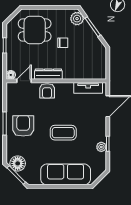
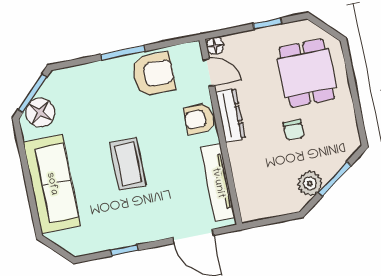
plant: (77, 19) -> (310, 183), moved
tv unit: (88, 88) -> (218, 183), width x1.41
armchair: (23, 126) -> (153, 74), moved
plant: (101, 147) -> (116, 240), removed
floor lamp: (18, 163) -> (40, 112), moved

